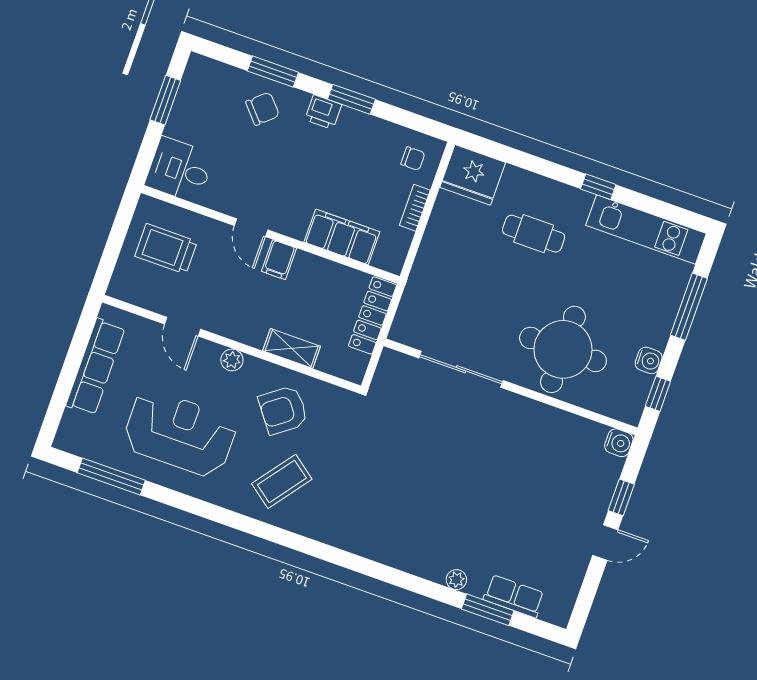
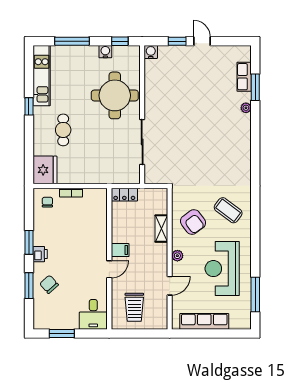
filing cabinet: (342, 237) -> (98, 223), removed
locker: (373, 315) -> (124, 195), width x0.66

